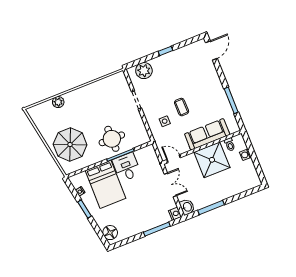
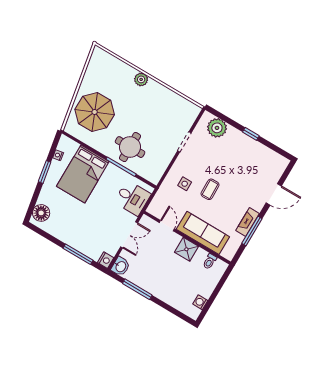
door: (211, 51) -> (274, 194), moved
fireplace: (223, 99) -> (248, 222), added
plant: (58, 102) -> (141, 79), moved
washing machine: (245, 155) -> (200, 302), moved
door: (174, 159) -> (167, 226), moved
shower: (212, 160) -> (186, 249), width x0.54, depth x0.54
desk: (127, 167) -> (132, 198), moved, turned 90

